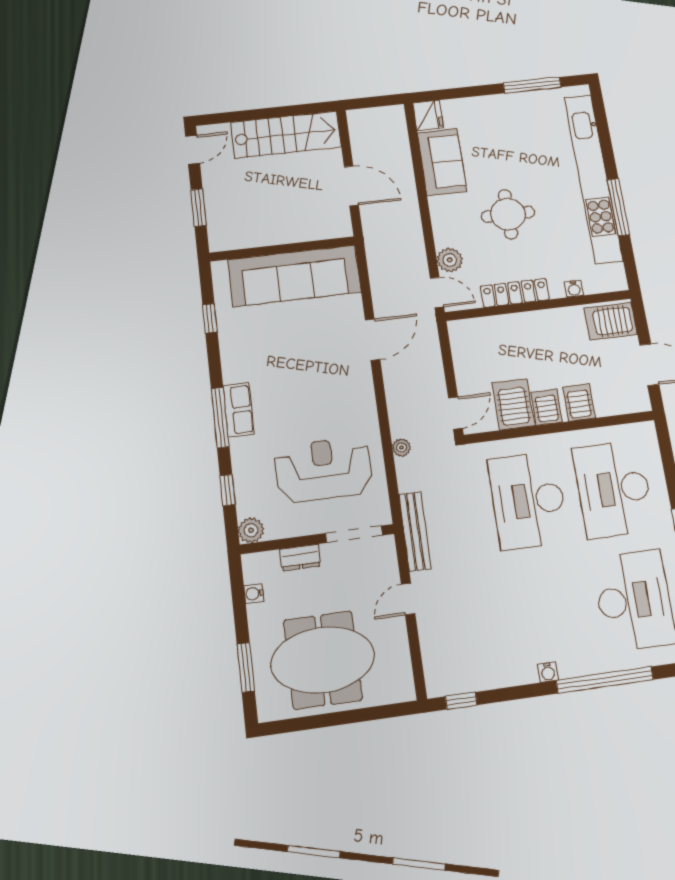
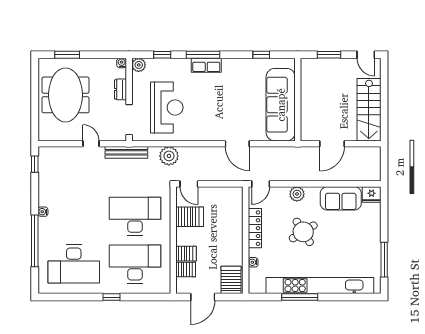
round table: (508, 214) -> (303, 232), turned -32
plant: (450, 260) -> (297, 194), moved
server rack: (547, 407) -> (186, 270), moved
plant: (401, 448) -> (169, 156), width x1.87, depth x1.87
water cooler: (254, 594) -> (122, 63), moved

